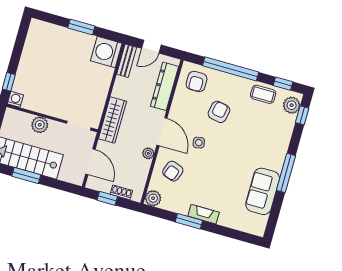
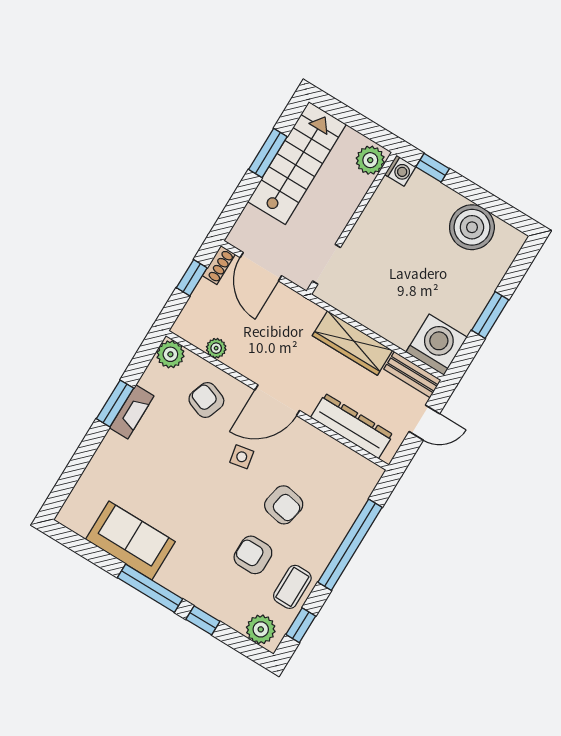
door: (151, 47) -> (424, 423), swing flipped
boiler: (36, 51) -> (472, 227), added
armchair: (197, 82) -> (253, 555), moved
window: (302, 115) -> (203, 620), moved
wardrobe: (112, 120) -> (352, 343), moved
plant: (40, 125) -> (370, 160), moved
plant: (148, 153) -> (216, 348), moved
door: (90, 162) -> (261, 267), hinge flipped
shoe rack: (121, 192) -> (219, 265), moved
fireplace: (204, 214) -> (132, 412), moved

